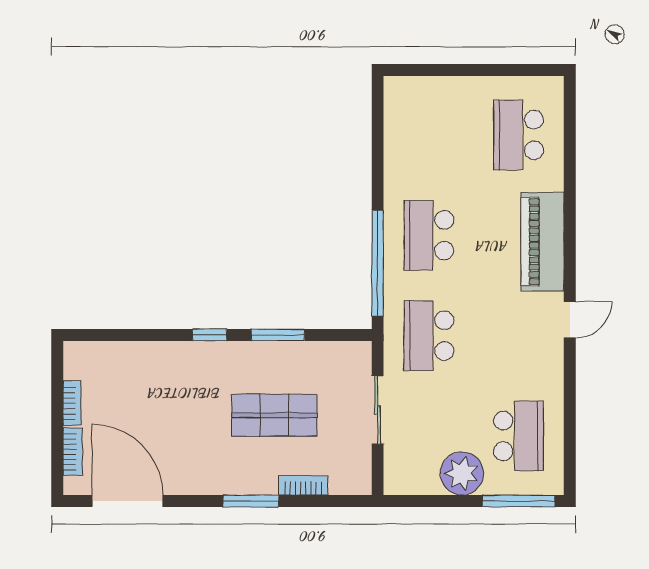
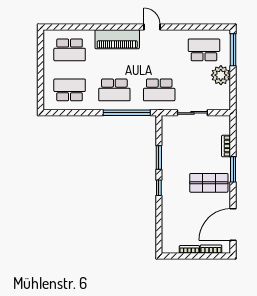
school desk: (429, 135) -> (70, 90), added
shop shelf: (274, 415) -> (209, 183), moved, turned 90

